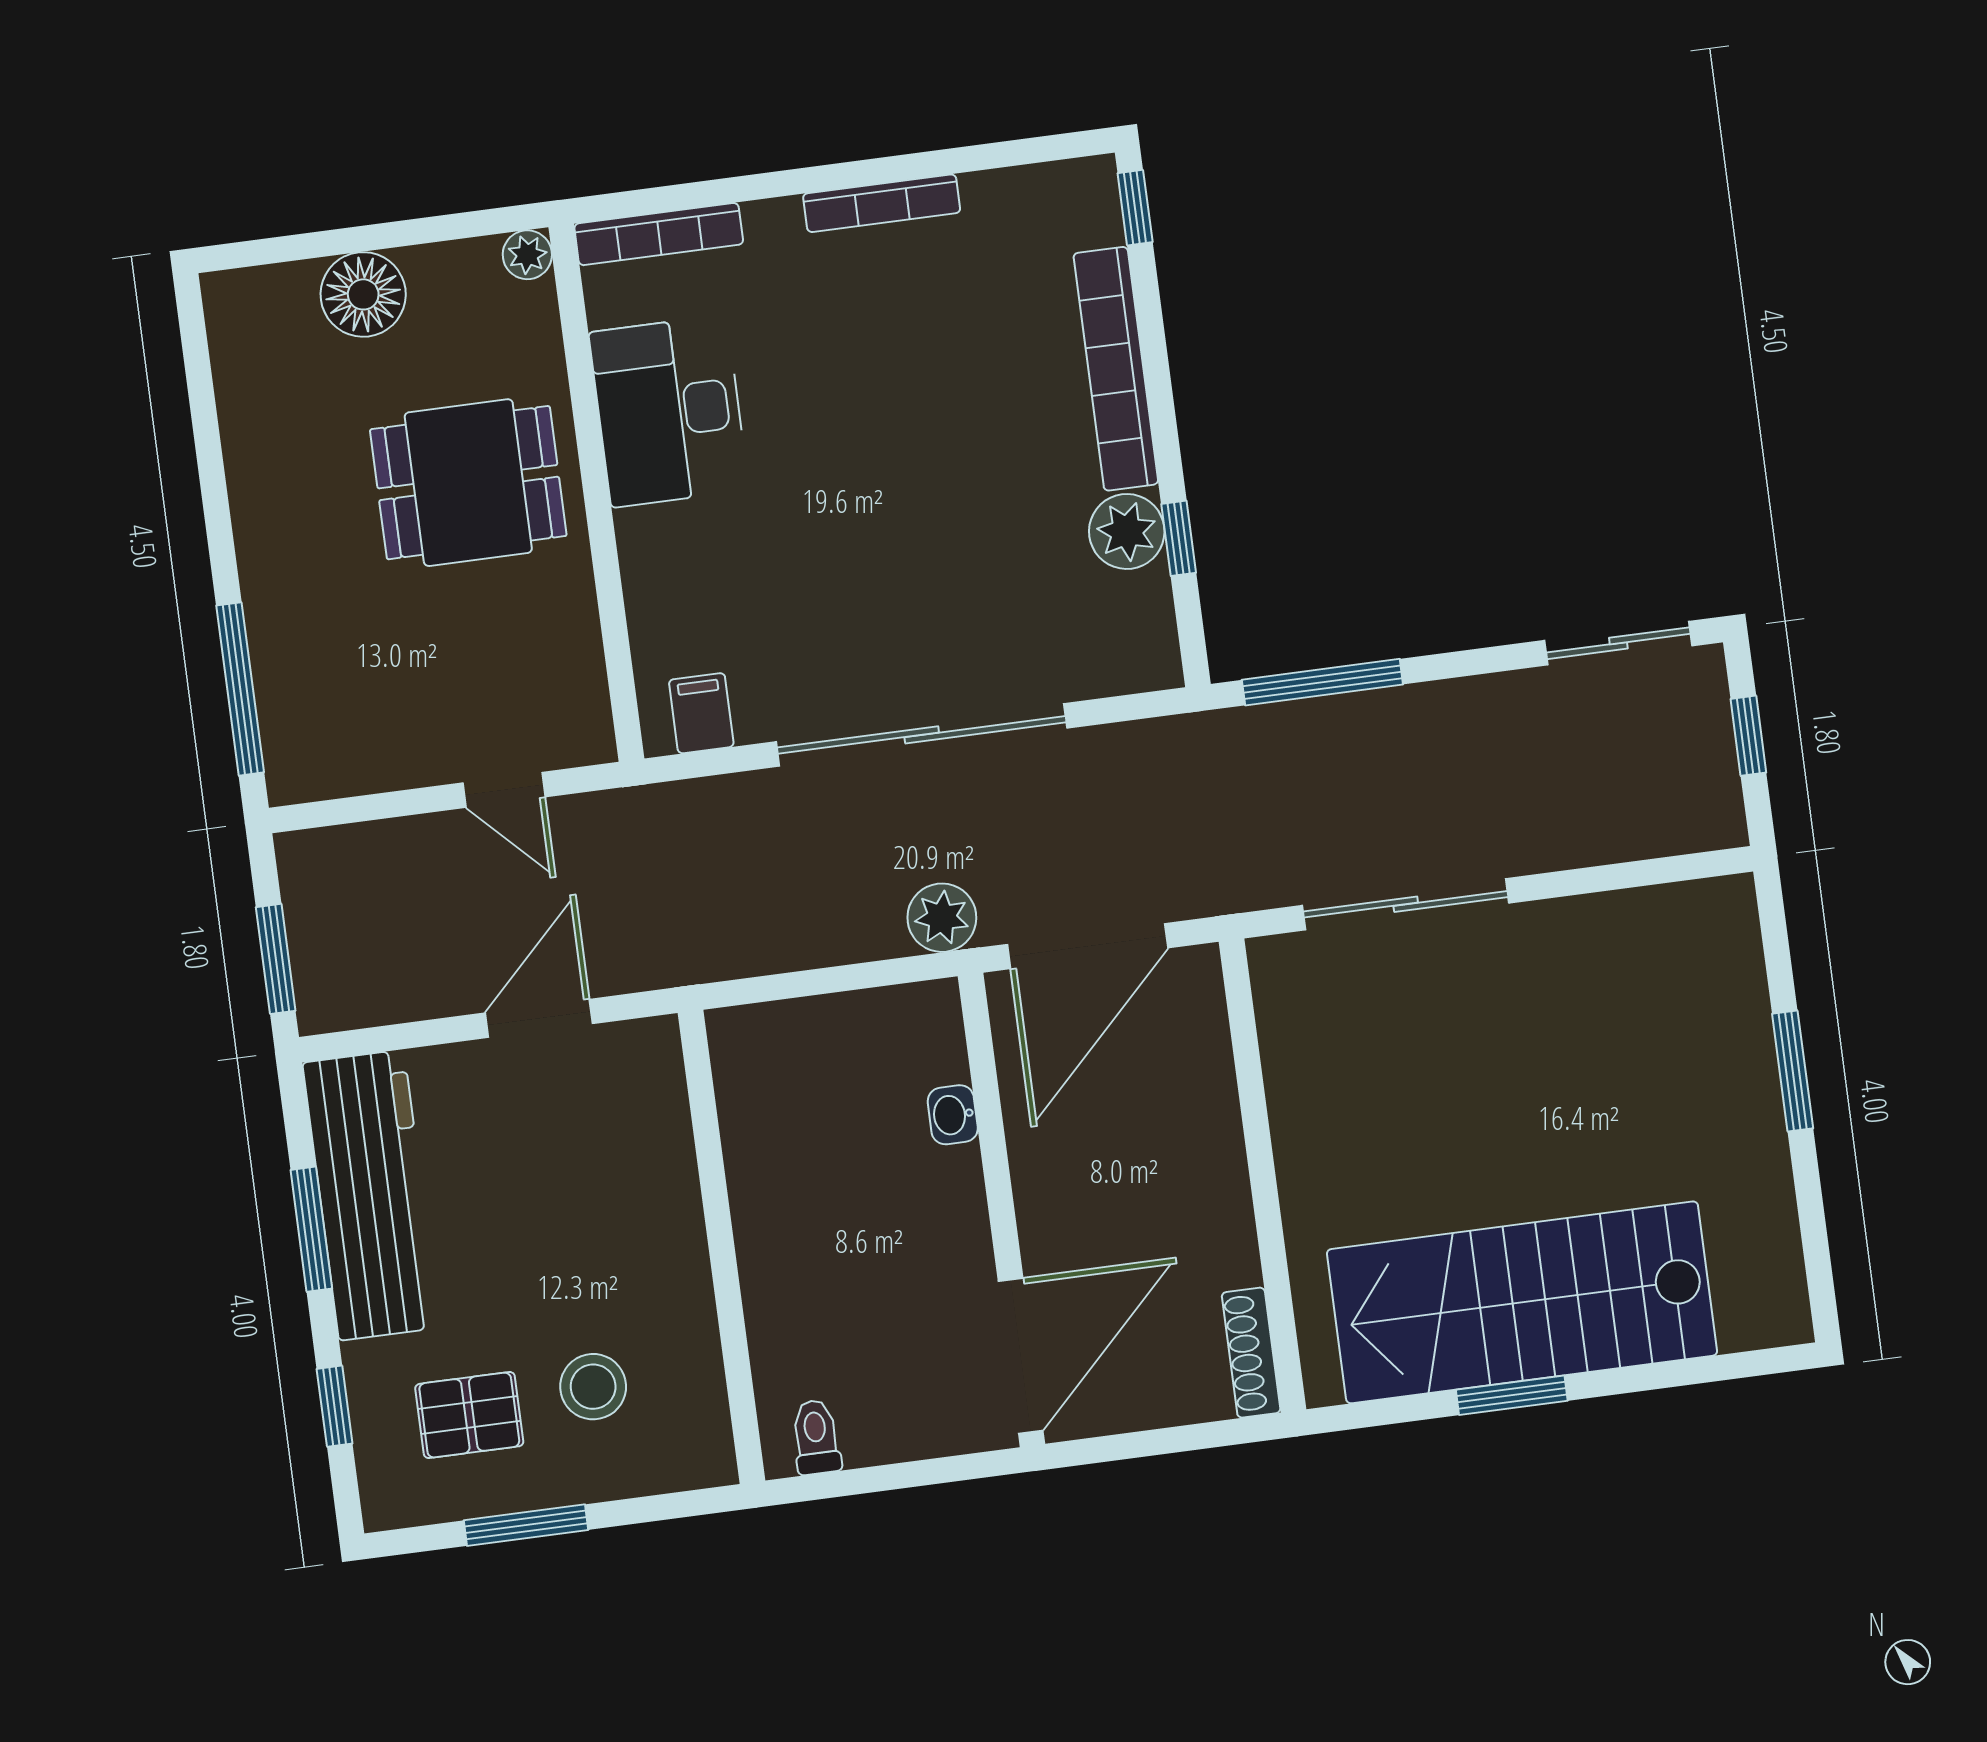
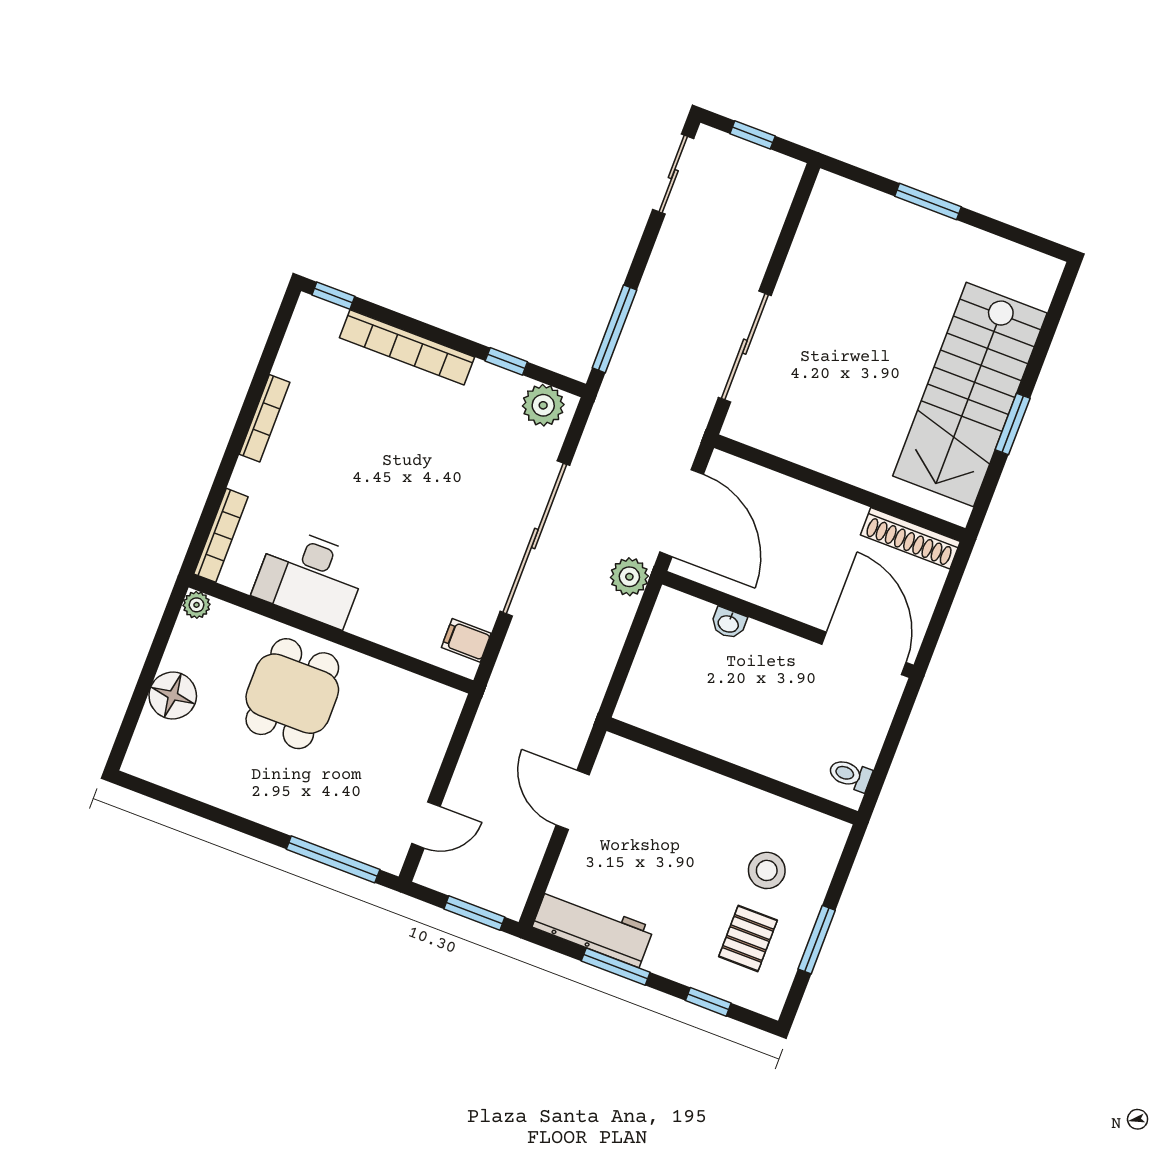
plant: (1127, 531) -> (543, 405), moved
door: (504, 790) -> (426, 825), moved
workbench: (371, 1195) -> (593, 927), width x0.73, depth x0.76
shoe rack: (1251, 1353) -> (910, 538), width x1.36, depth x1.24

